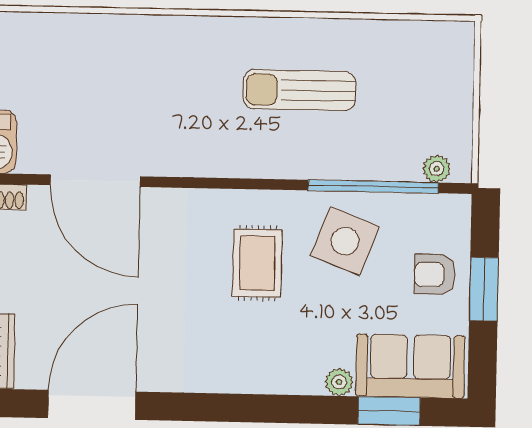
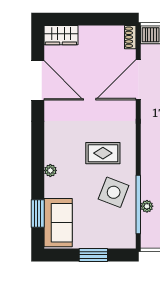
plant: (437, 169) -> (147, 206), moved
armchair: (435, 275) -> (99, 233), removed
plant: (339, 382) -> (50, 170), moved

